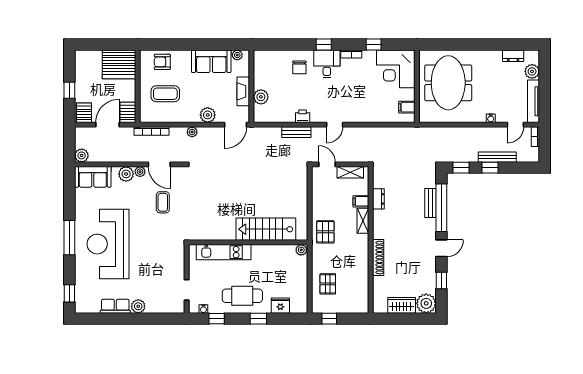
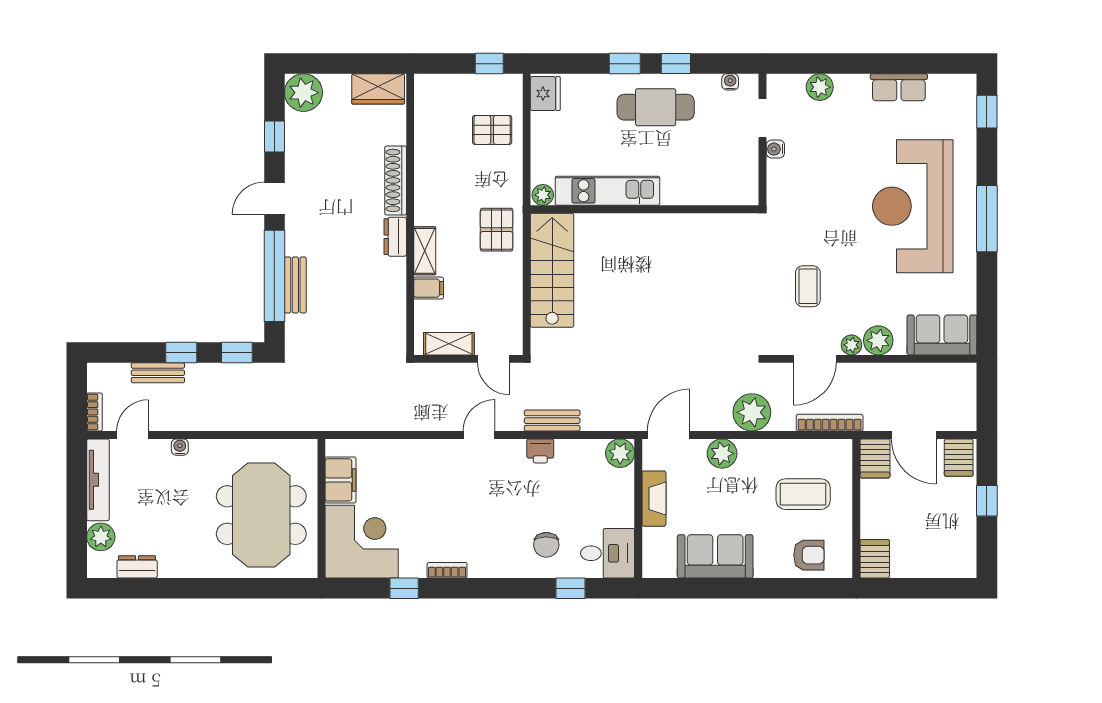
window: (324, 45) -> (571, 588), moved
plant: (237, 55) -> (665, 568), removed
server rack: (119, 64) -> (875, 559), width x0.46, depth x0.70
desk: (327, 64) -> (608, 553), moved, turned -90
chair: (299, 67) -> (546, 545), turned 180
plant: (261, 97) -> (620, 453), moved
filing cabinet: (407, 107) -> (341, 480), width x2.00
door: (108, 125) -> (914, 435), hinge flipped
plant: (192, 132) -> (752, 412), width x1.88, depth x1.88
plant: (82, 155) -> (963, 376), removed
bench: (497, 157) -> (158, 373), width x0.73
door: (159, 164) -> (815, 359), swing flipped
dresser: (378, 199) -> (395, 237), moved
stairs: (266, 229) -> (552, 270), moved, turned -90
reception desk: (108, 244) -> (913, 206), turned 180
kitchen unit: (224, 252) -> (607, 191), moved
water cooler: (180, 274) -> (775, 149), added
pallet: (328, 284) -> (492, 130), turned 90
wardrobe: (402, 305) -> (378, 89), moved
plant: (138, 306) -> (820, 87), moved
fridge: (280, 306) -> (545, 94), moved, turned -90
window: (217, 319) -> (676, 64), moved

